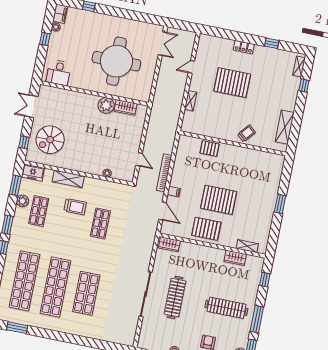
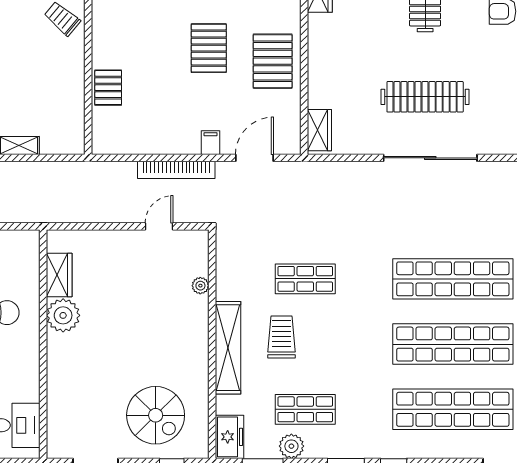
shelving: (68, 179) -> (228, 348), width x1.47
pallet: (219, 200) -> (209, 48), width x0.73, depth x0.71
shop shelf: (86, 293) -> (453, 279), width x1.40

